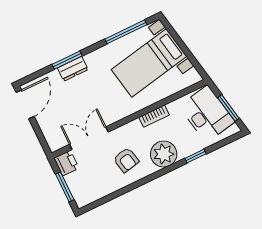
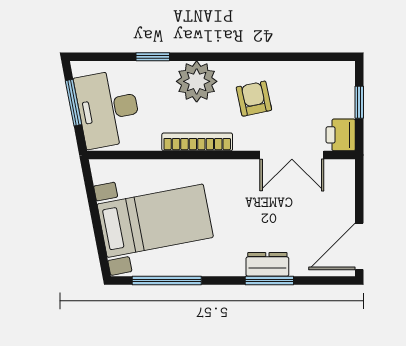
bookcase: (154, 116) -> (197, 142), width x1.56
window: (65, 187) -> (359, 102), width x0.67

